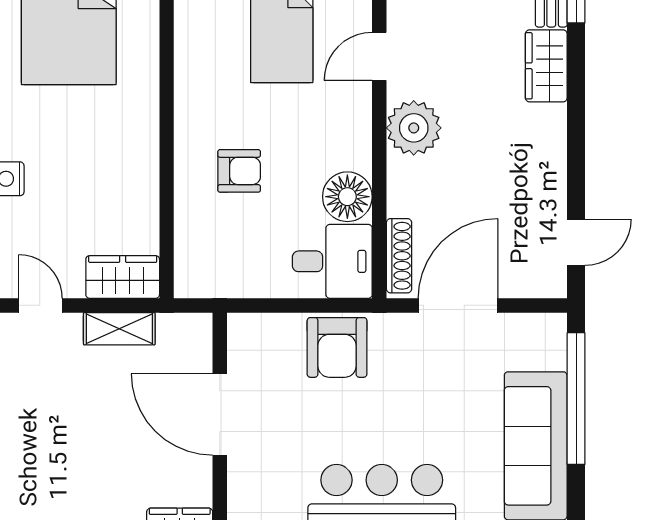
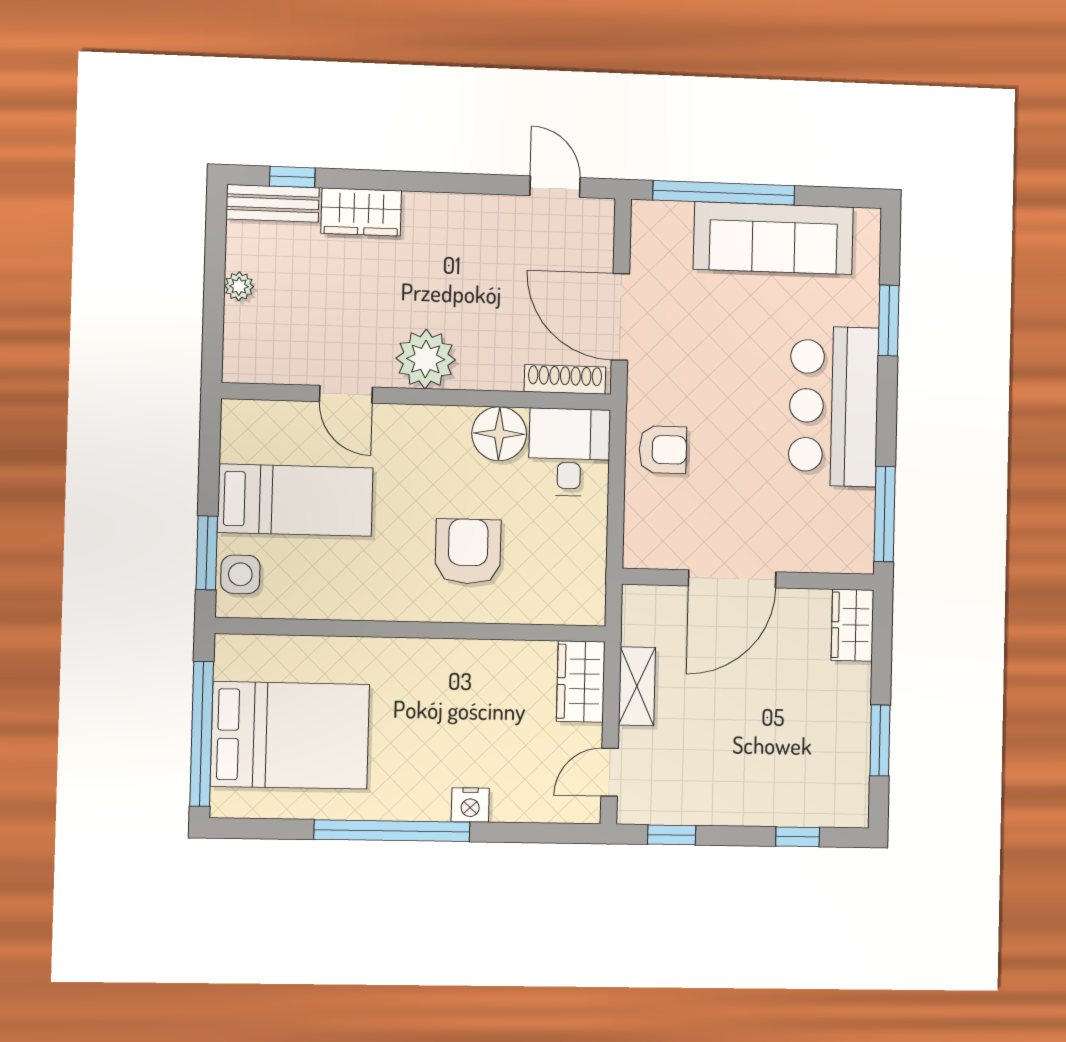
armchair: (239, 171) -> (468, 551), width x1.38, depth x1.38
armchair: (337, 347) -> (663, 450), width x0.72, depth x0.72

